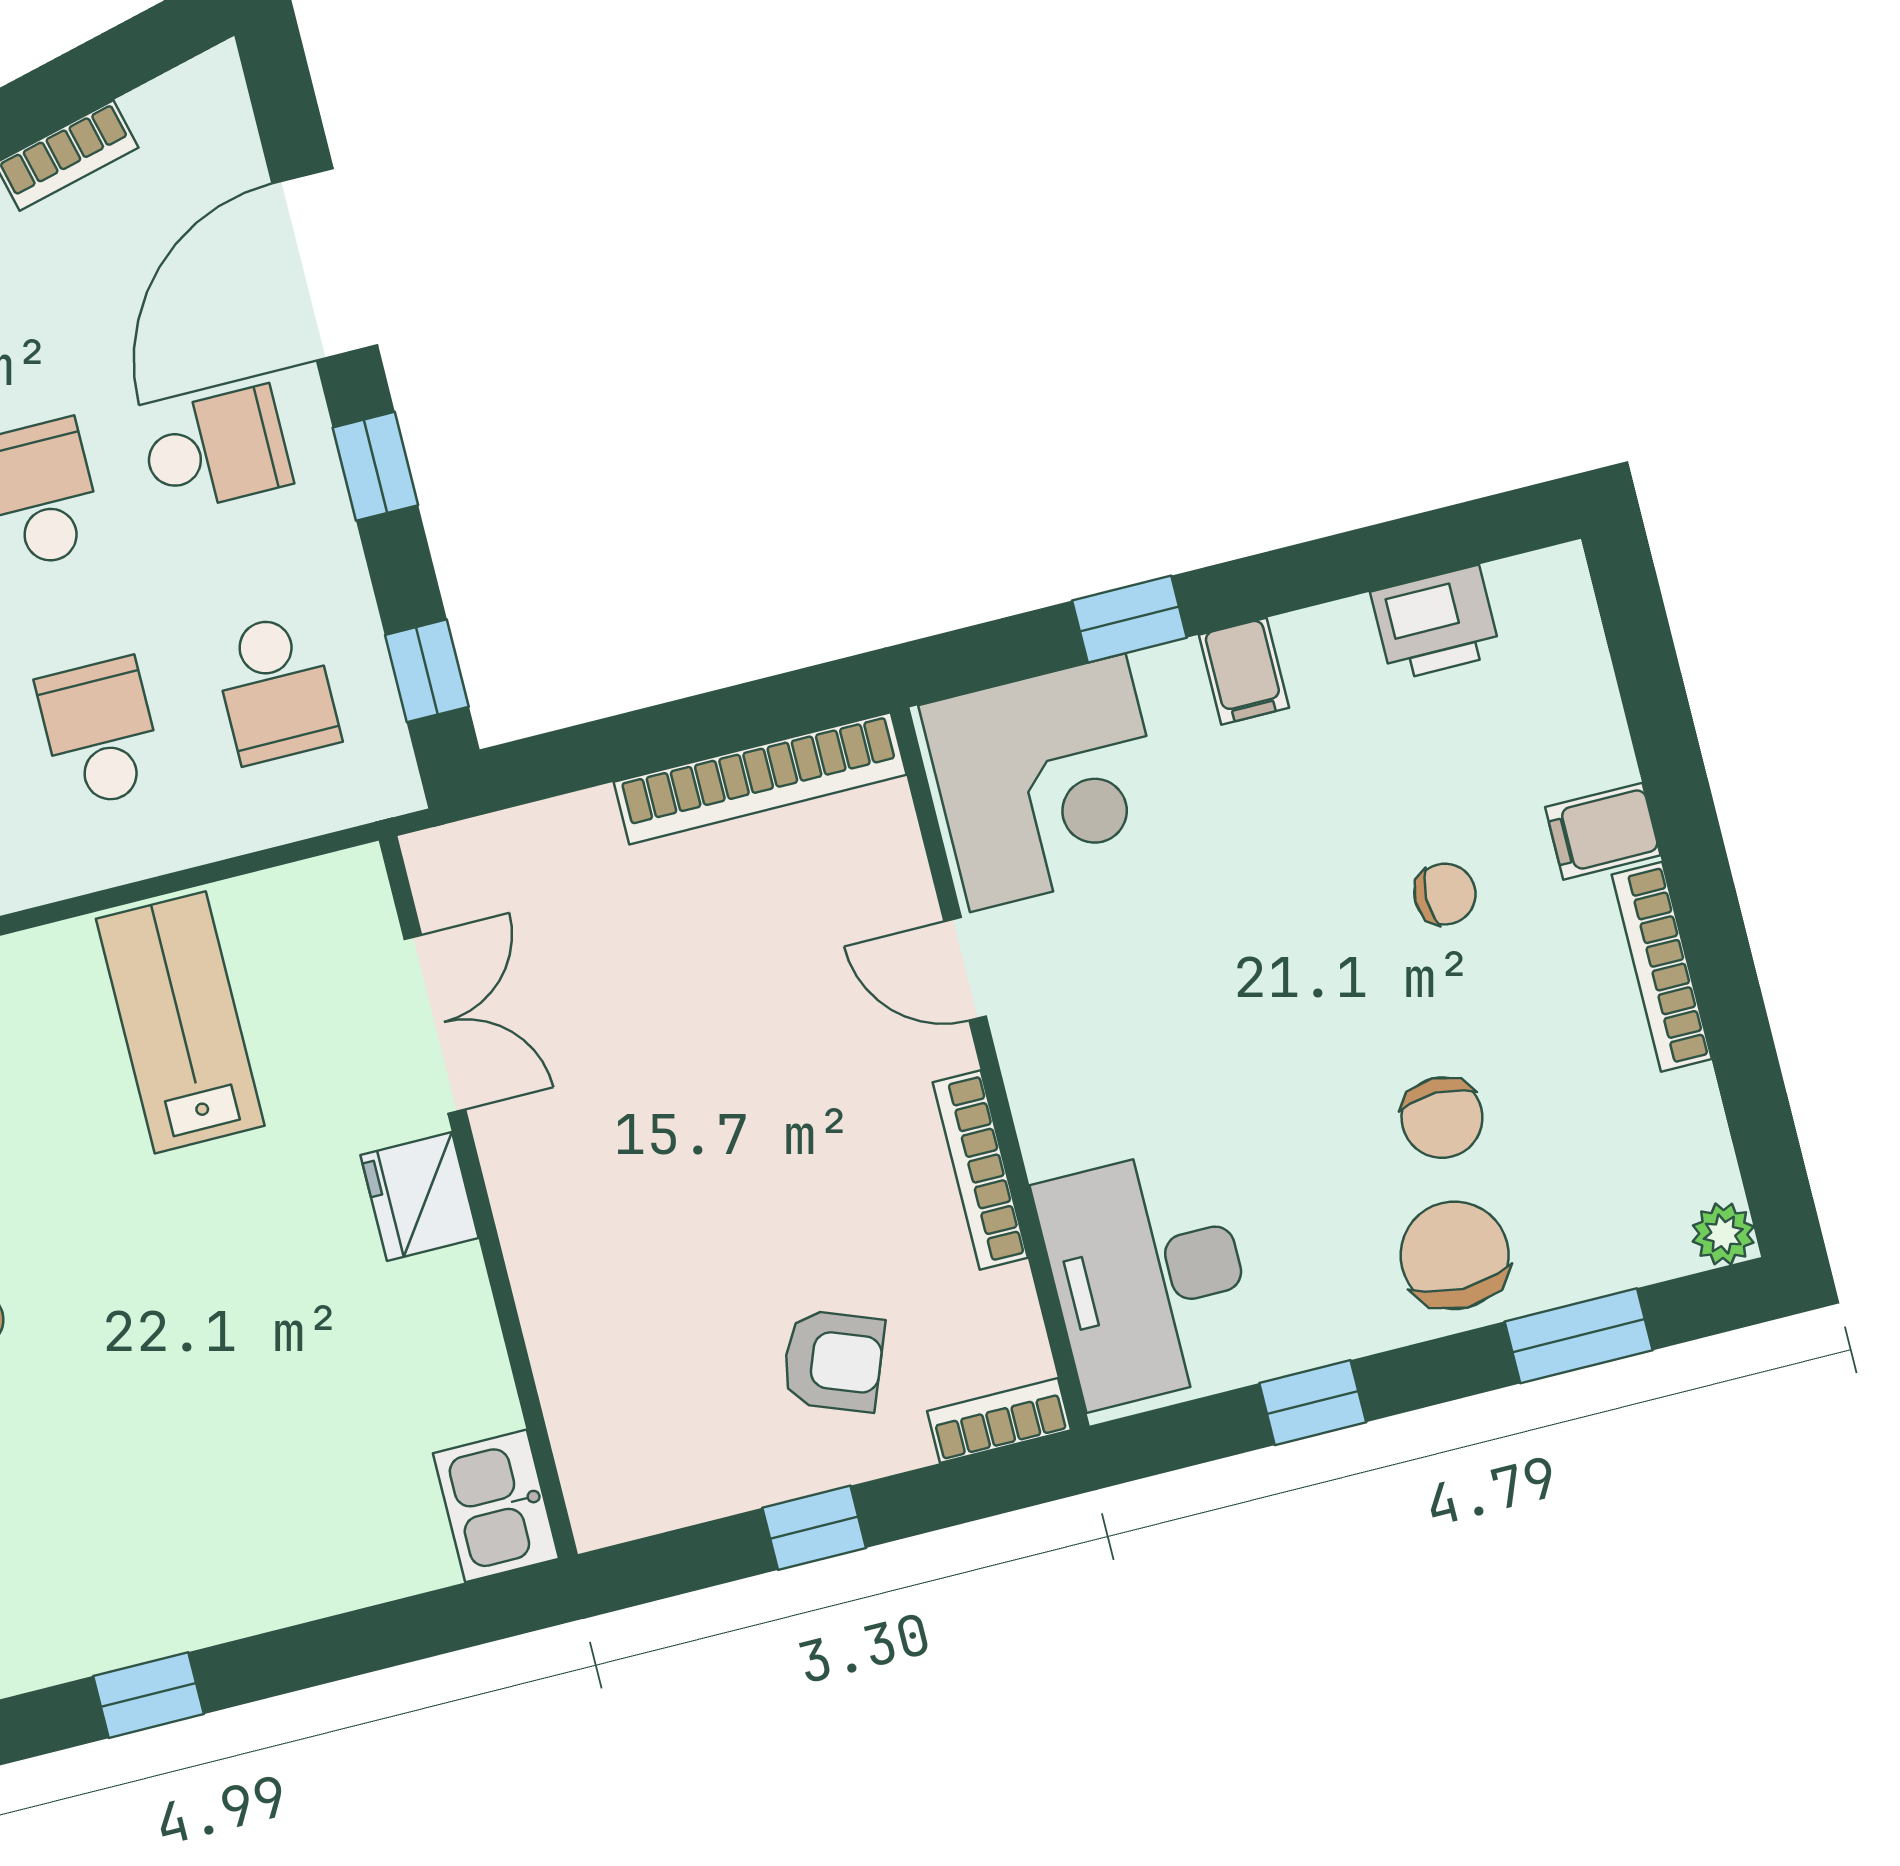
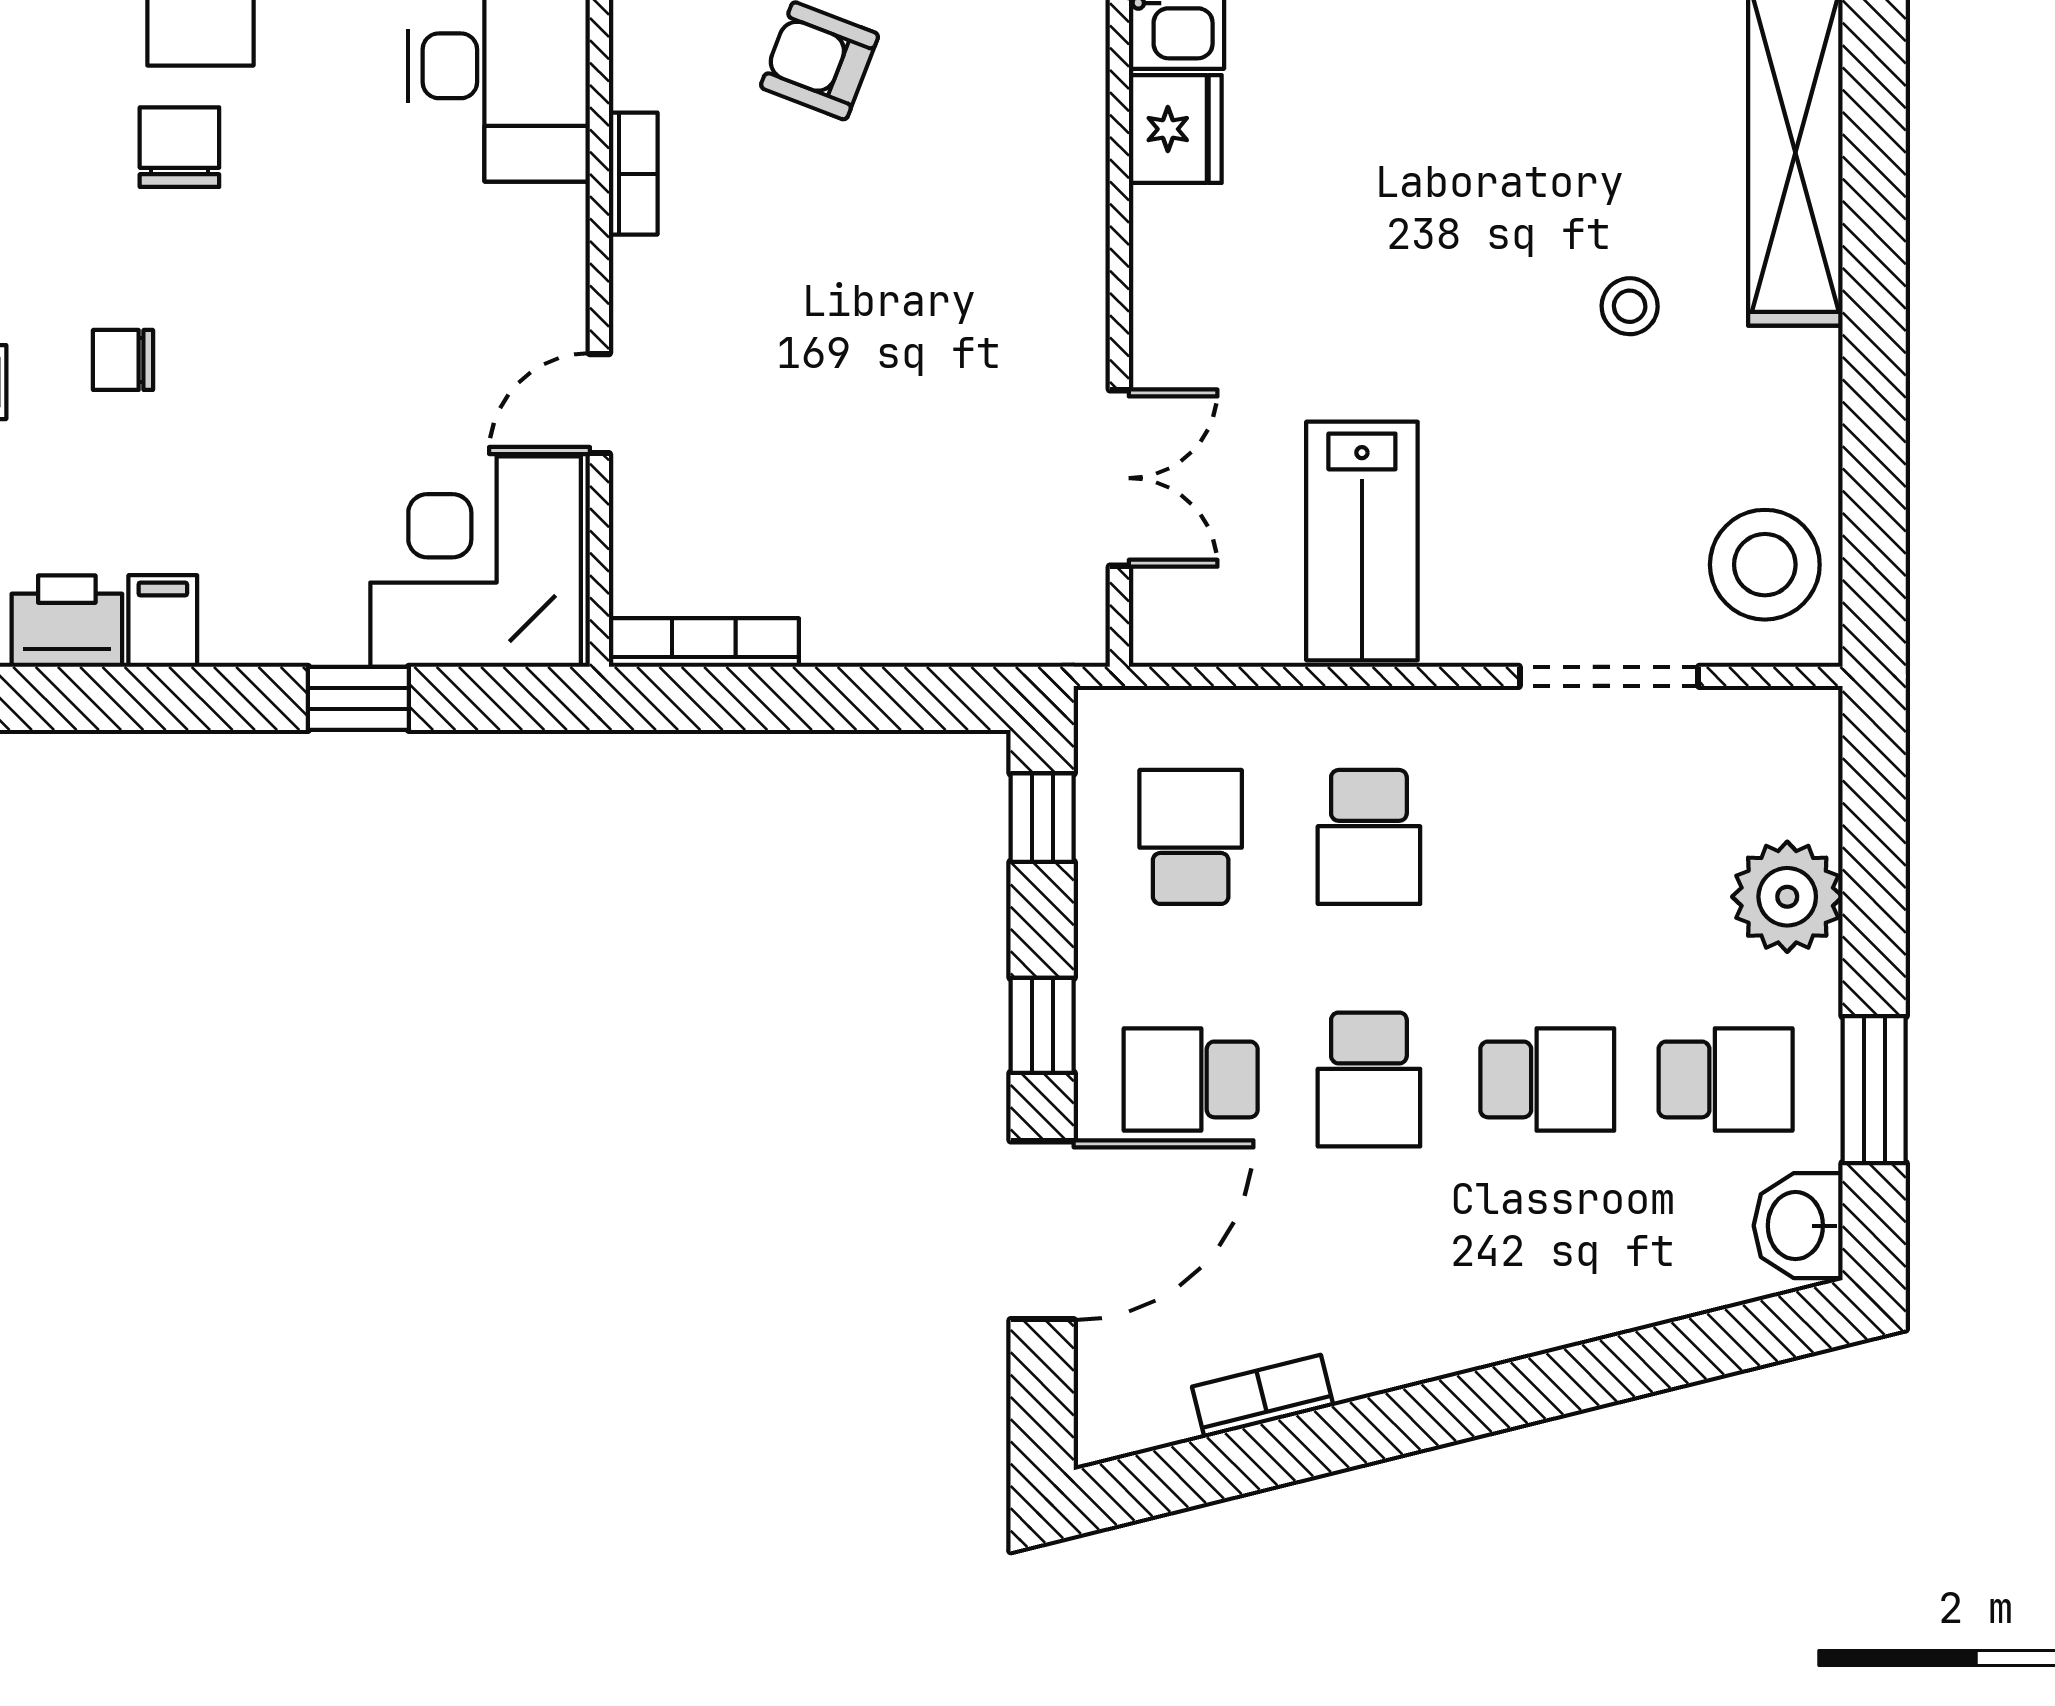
filing cabinet: (1244, 671) -> (163, 621), moved
bookcase: (760, 778) -> (704, 643), width x0.68, depth x0.76
door: (965, 969) -> (599, 404), swing flipped
double door: (435, 1024) -> (1119, 478), swing flipped
bookcase: (980, 1170) -> (633, 174), width x0.64
fridge: (420, 1196) -> (1175, 129), moved

